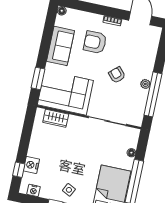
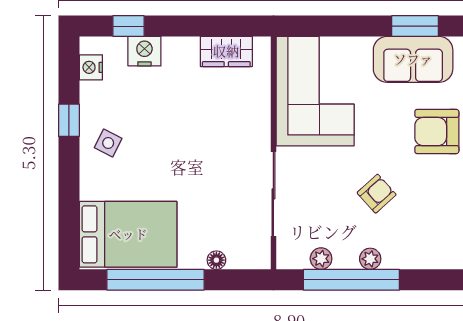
armchair: (95, 42) -> (437, 132), turned -90
window: (38, 78) -> (415, 26), moved
plant: (141, 106) -> (321, 259), added
wardrobe: (56, 118) -> (226, 51), moved, turned -90

